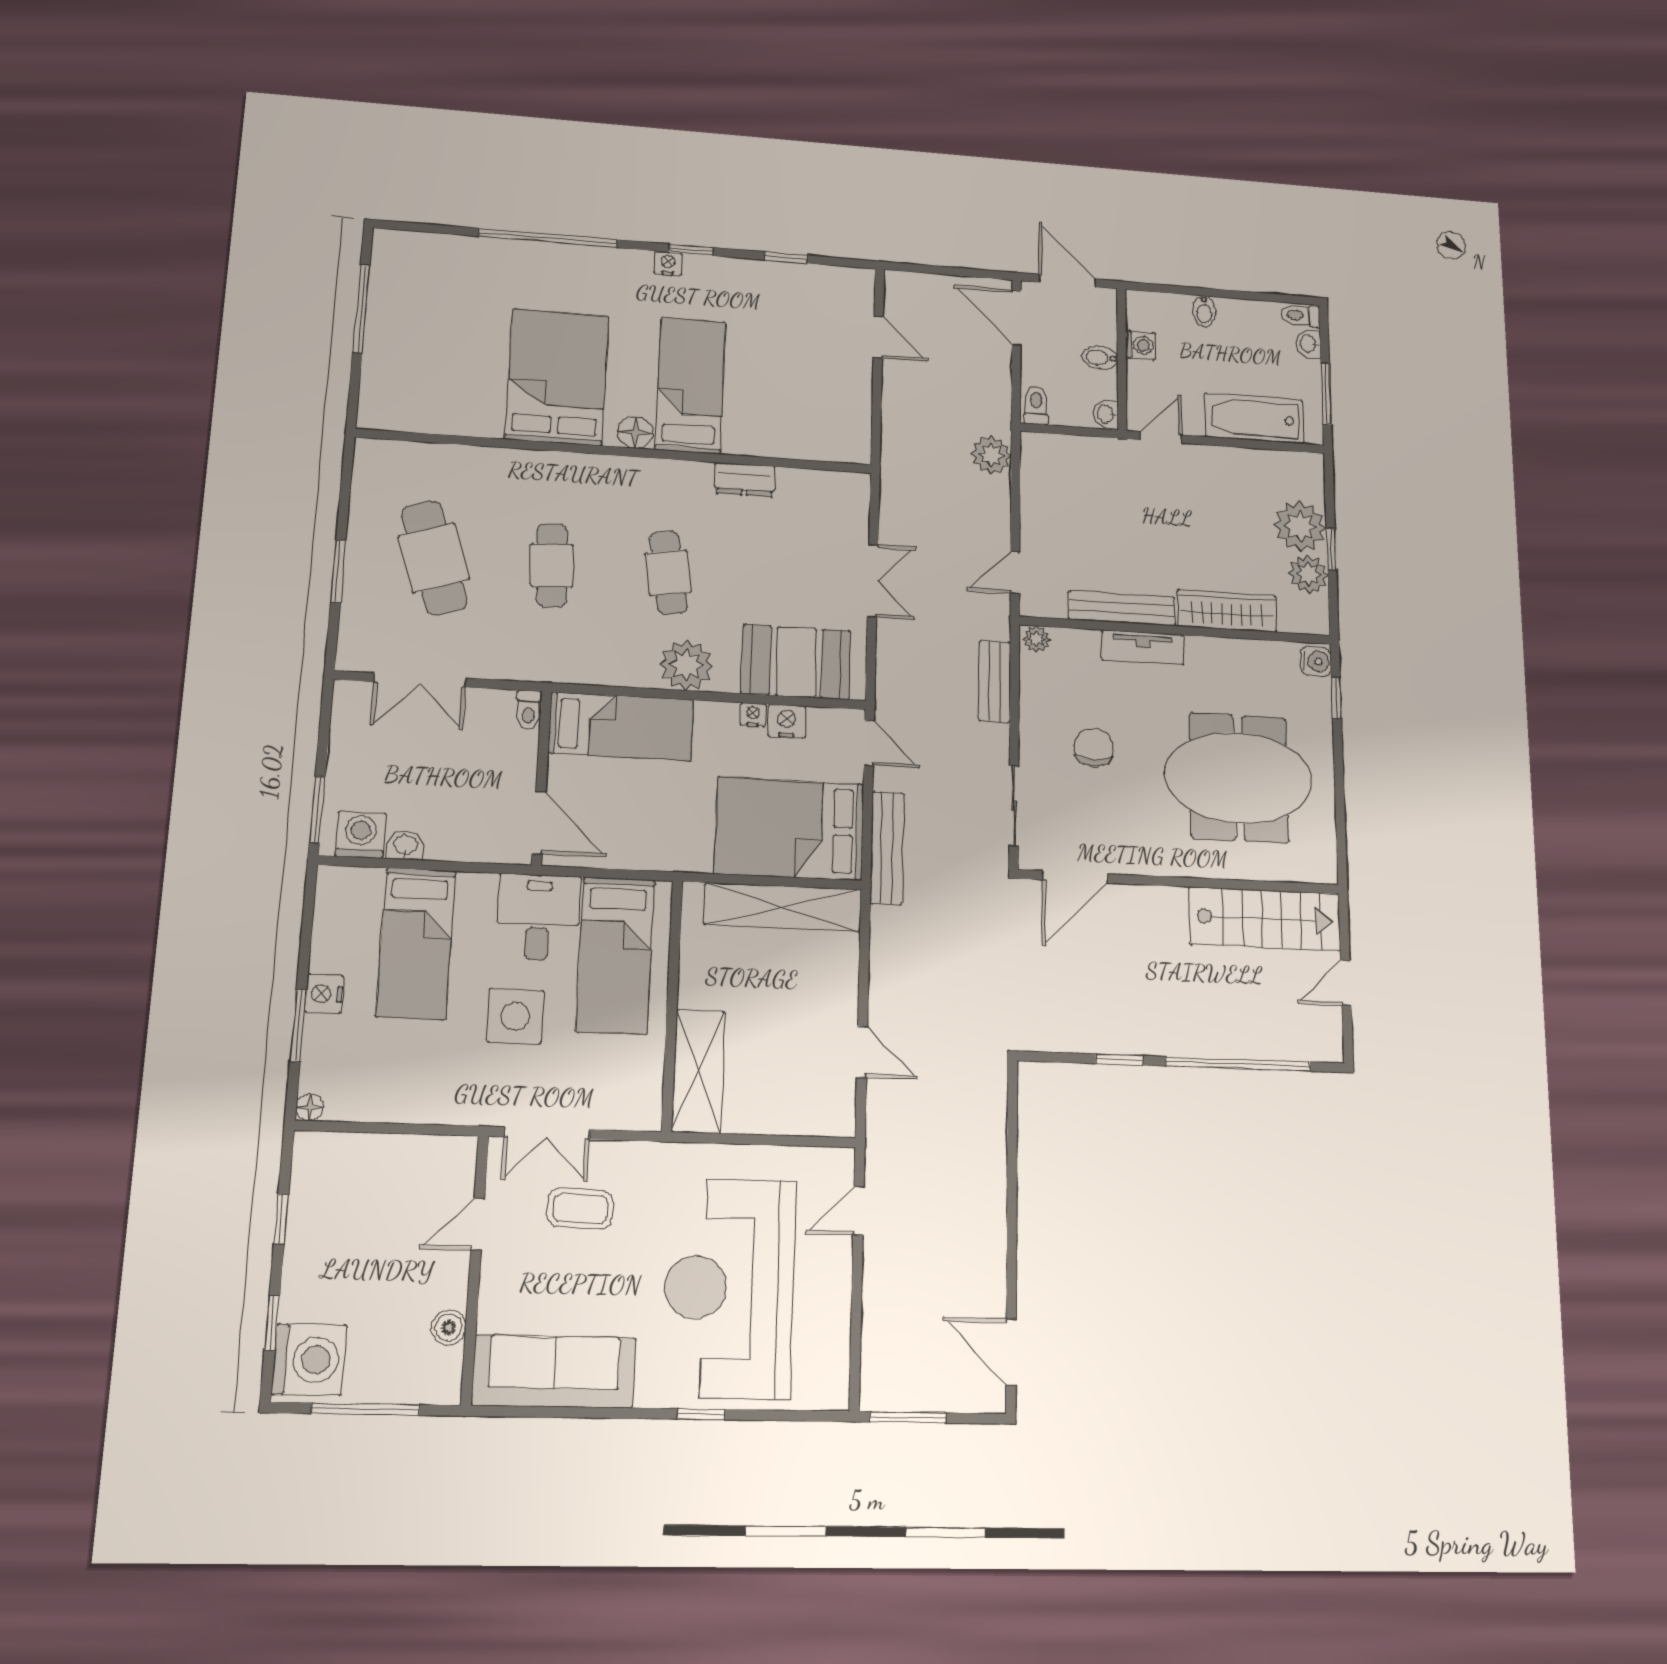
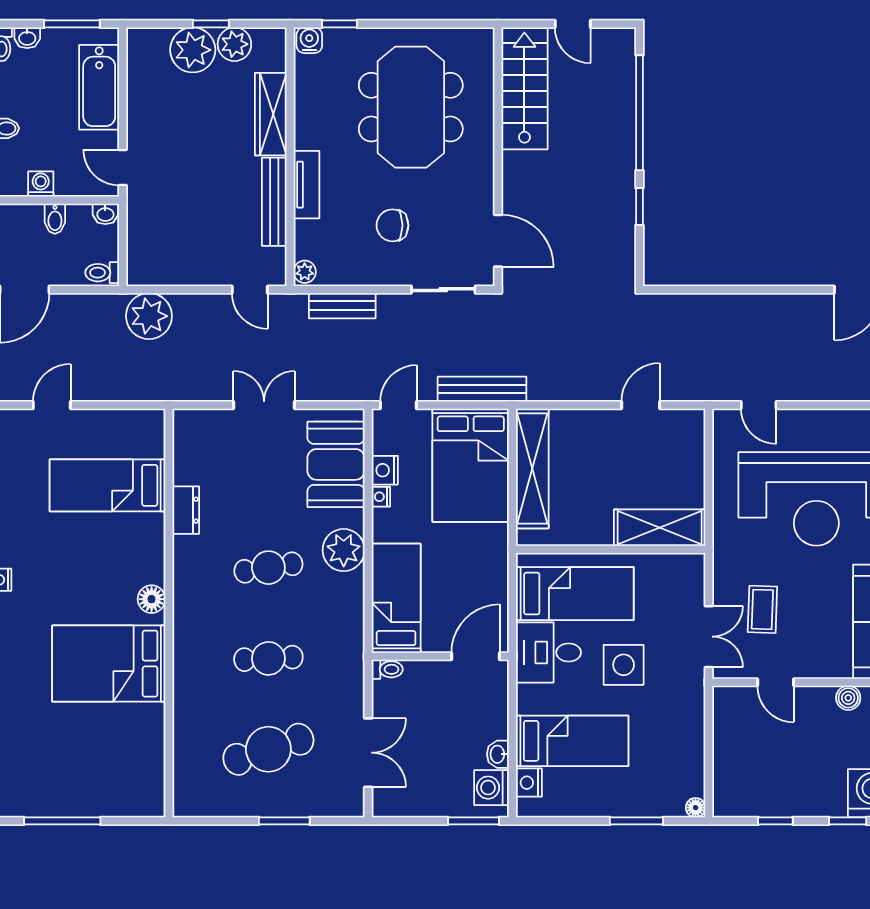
bed: (690, 386) -> (108, 485), moved
plant: (991, 455) -> (149, 316), width x1.36, depth x1.36
nightstand: (324, 994) -> (529, 783), moved, turned 90

